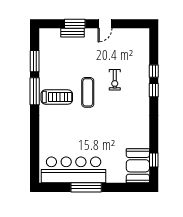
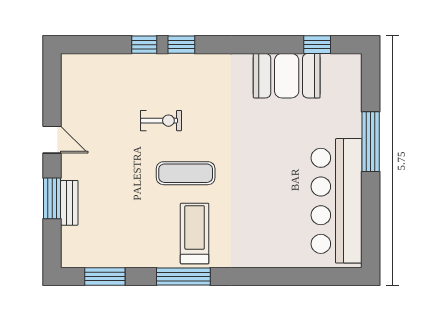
window: (35, 61) -> (105, 277), moved
booth: (138, 166) -> (287, 76), moved
window: (86, 187) -> (371, 142), moved

